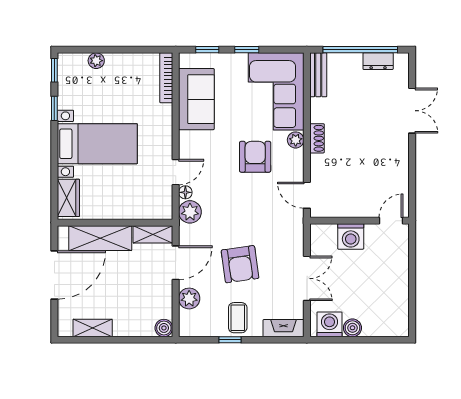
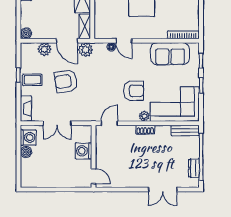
plant: (190, 212) -> (85, 50), moved

